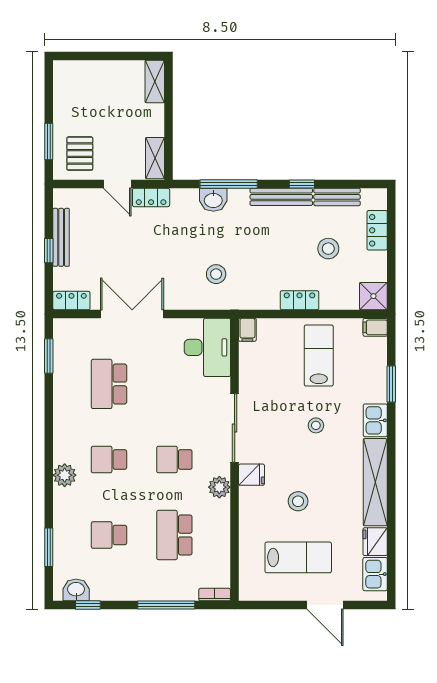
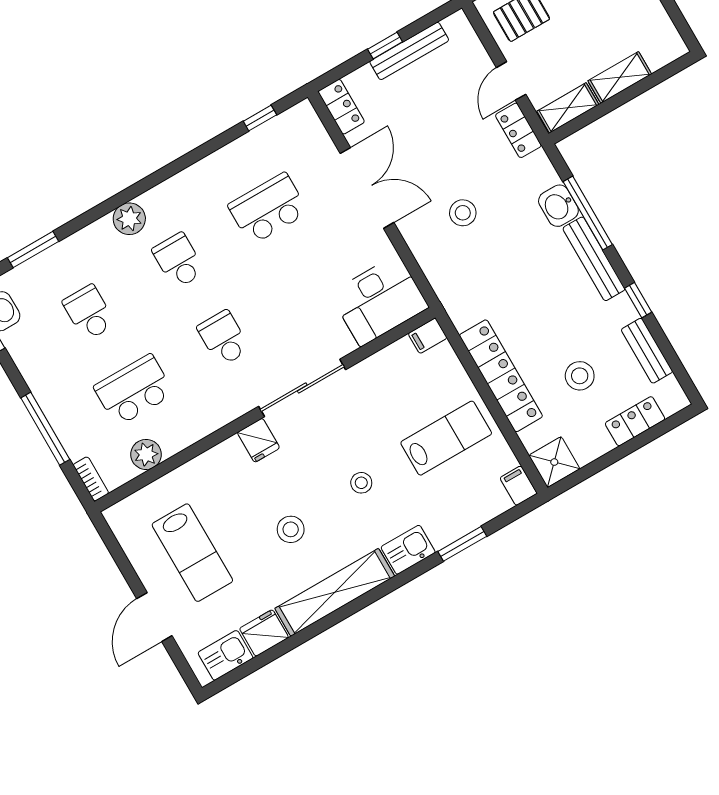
shelving: (155, 82) -> (620, 77), moved
bench: (281, 197) -> (594, 259), moved
stool: (216, 274) -> (463, 213), moved
locker: (300, 300) -> (501, 376), width x2.16, depth x1.21
window: (49, 356) -> (260, 118), width x0.67
plant: (219, 487) -> (146, 454), moved
stool: (298, 501) -> (291, 529), moved

